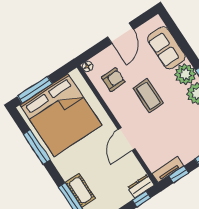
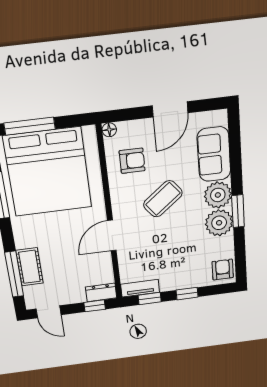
coffee table: (148, 96) -> (163, 199), turned 52

